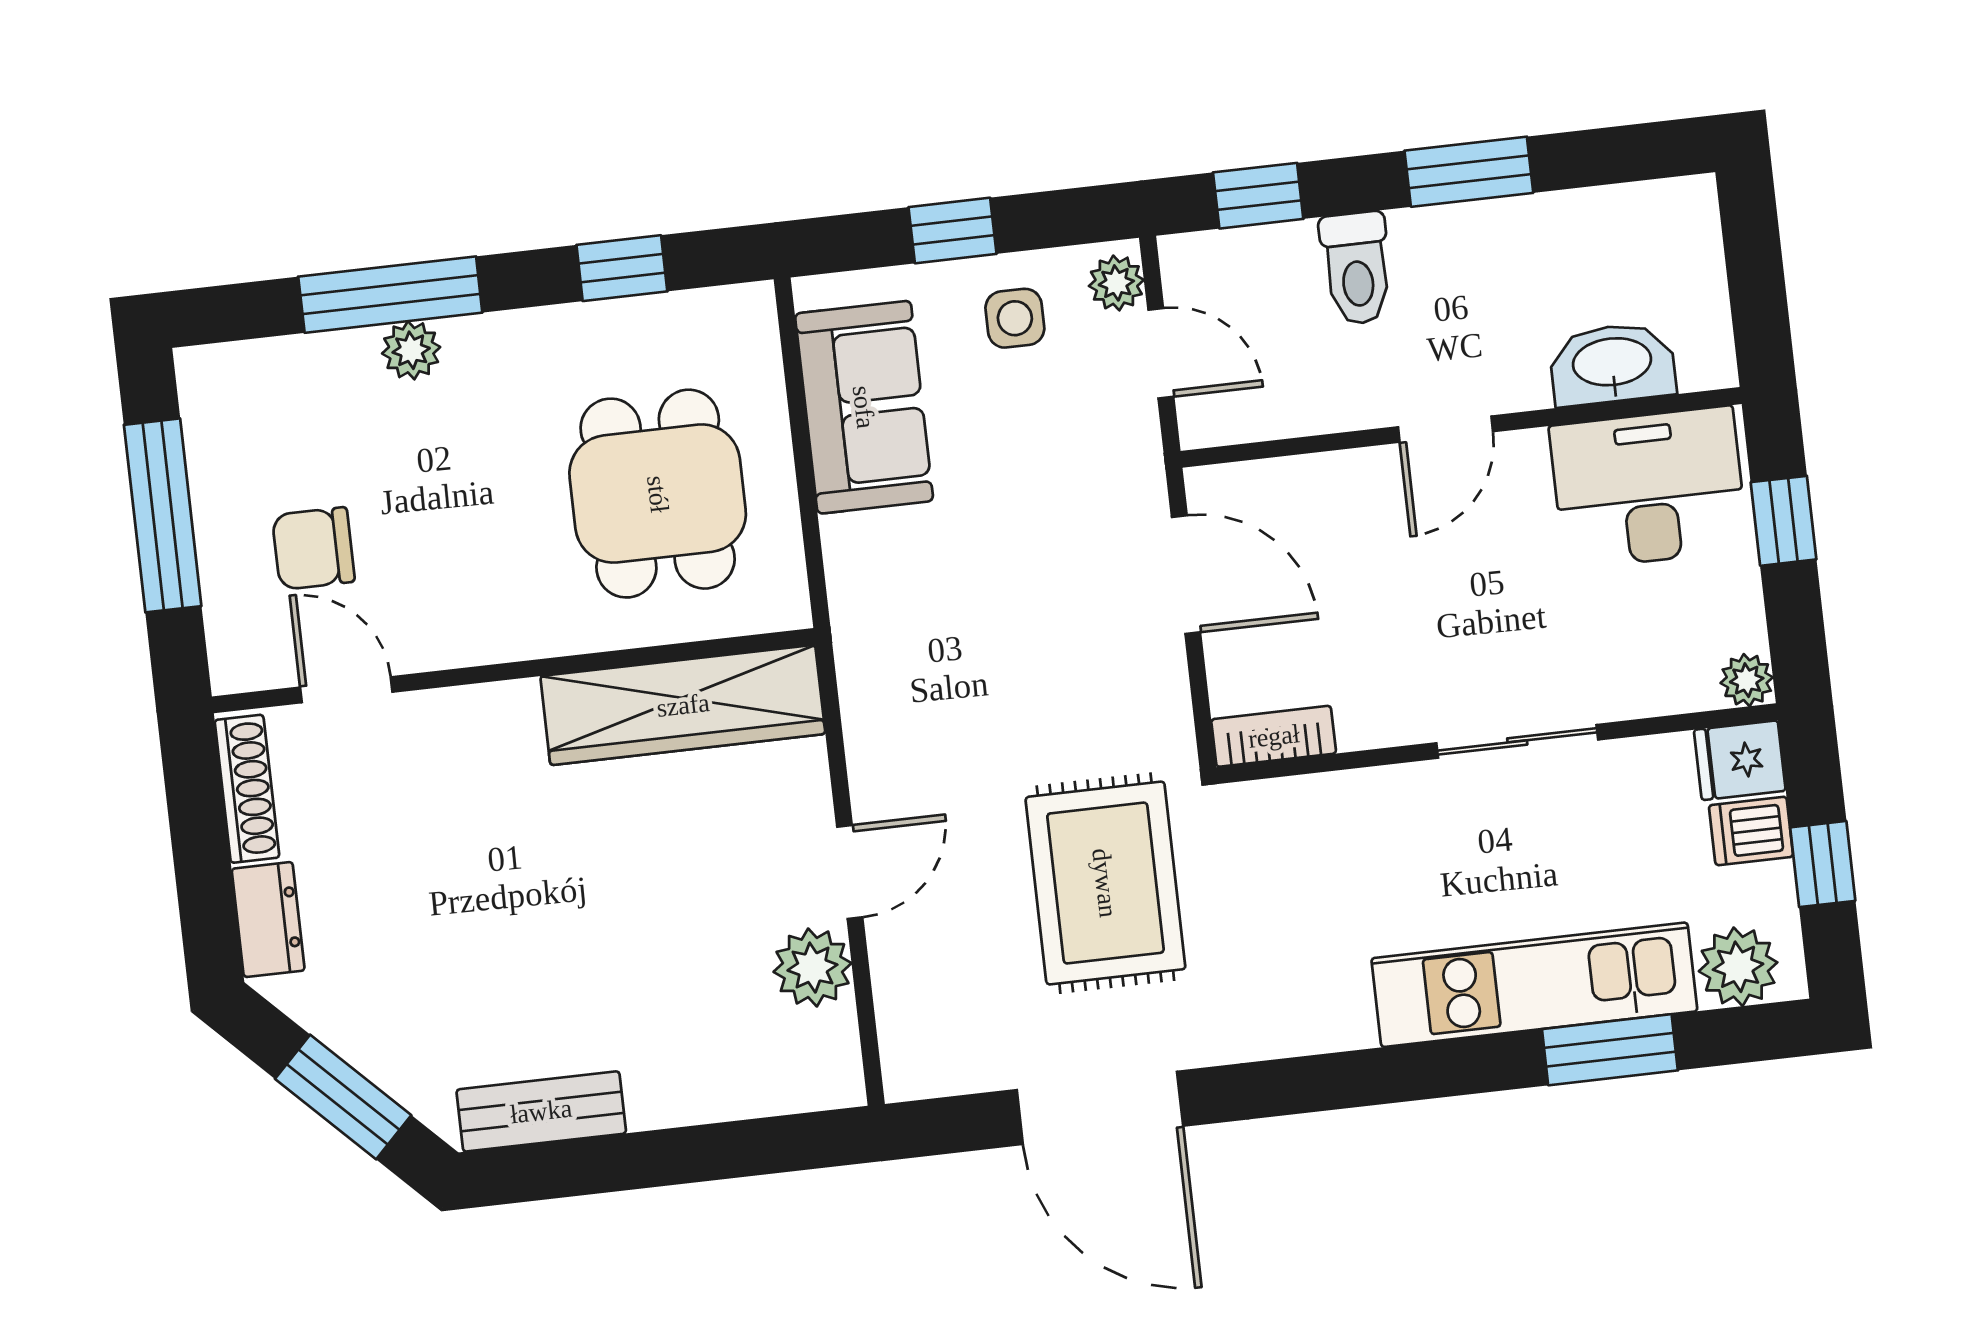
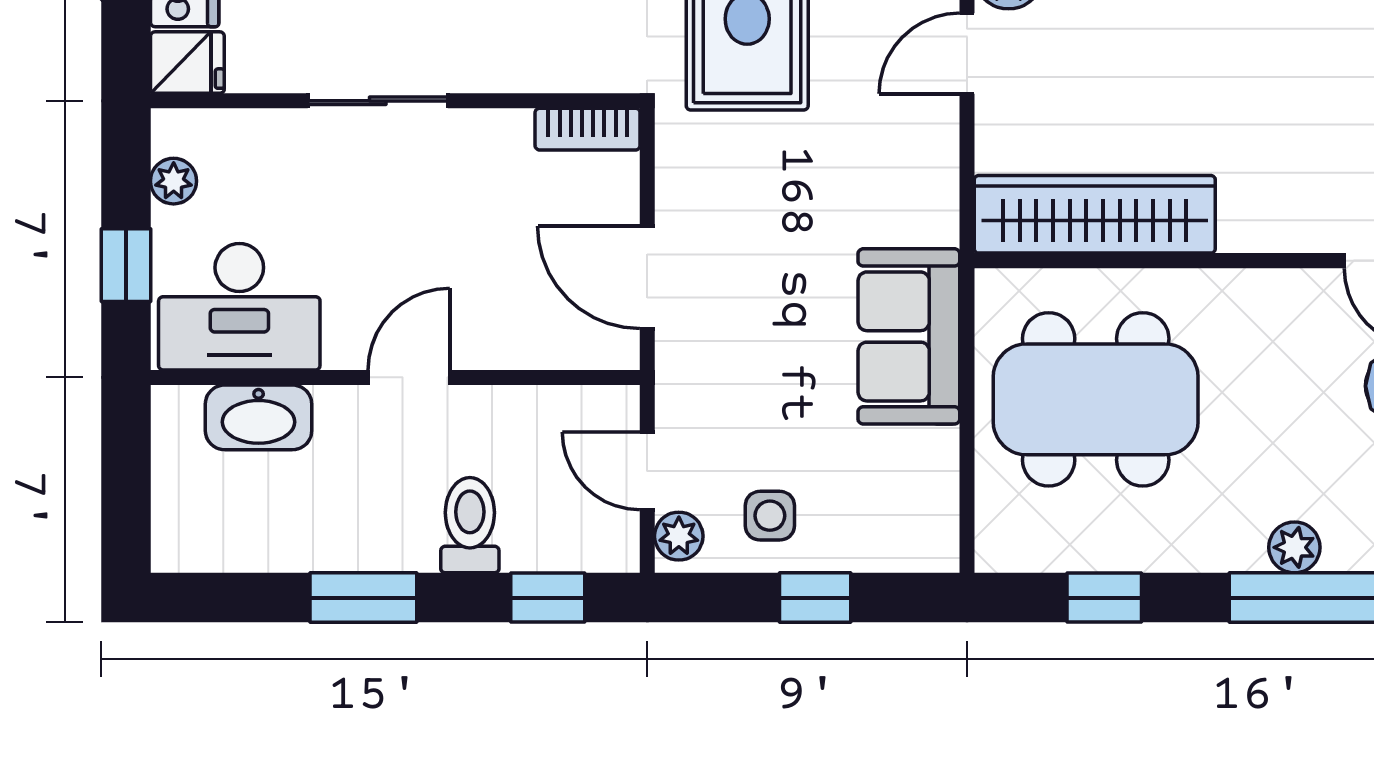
sofa: (864, 407) -> (909, 336), moved
dining table: (658, 494) -> (1096, 399), width x1.38
plant: (1747, 680) -> (174, 181), moved

